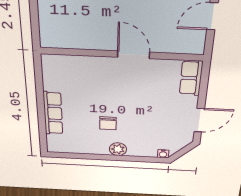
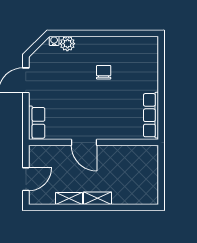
row of seats: (53, 113) -> (151, 115), moved
plant: (118, 149) -> (67, 44), moved

